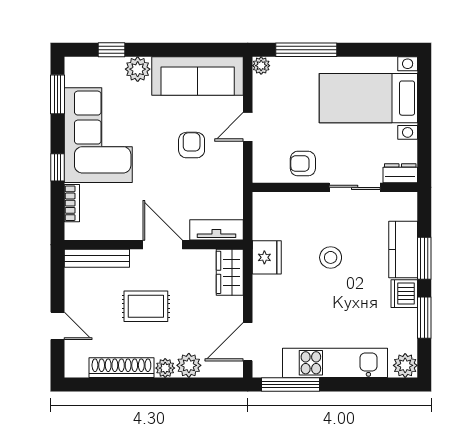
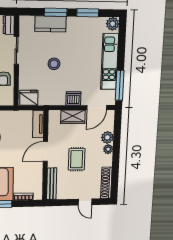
fridge: (267, 257) -> (29, 98), moved
wardrobe: (230, 272) -> (73, 117), moved
dishwasher: (404, 294) -> (73, 98), moved, turned 180
door: (58, 326) -> (85, 202), swing flipped
door: (248, 342) -> (97, 108), hinge flipped
shoe rack: (121, 368) -> (106, 183), moved

